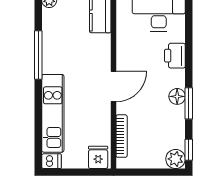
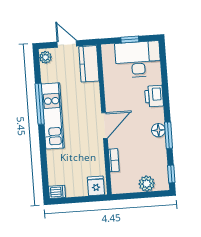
kitchen unit: (53, 113) -> (53, 116), moved
bookcase: (122, 136) -> (114, 160), width x0.64
plant: (176, 159) -> (147, 184), moved

